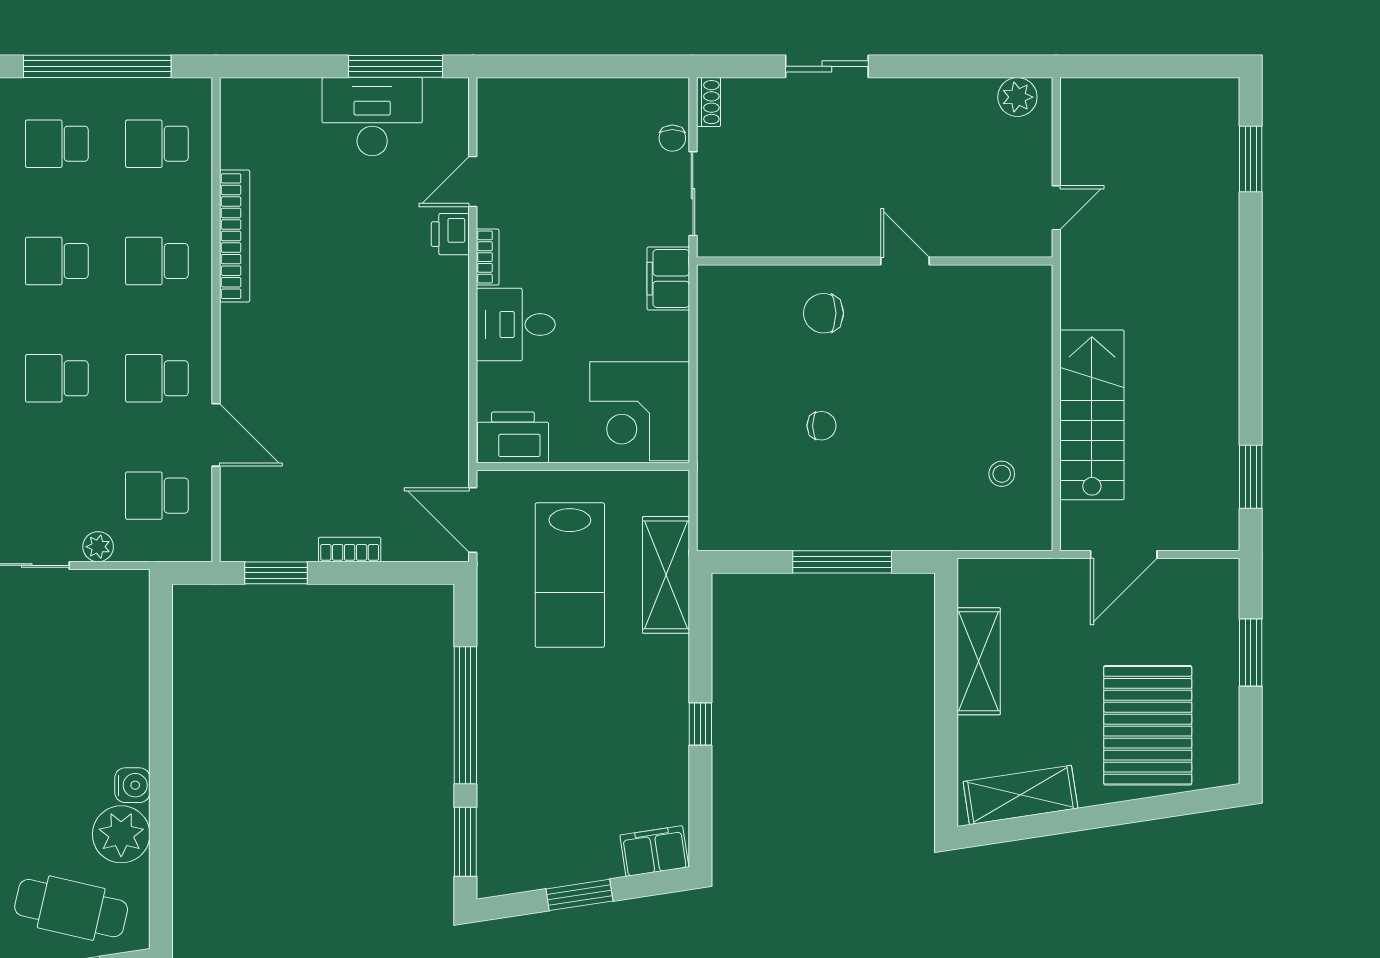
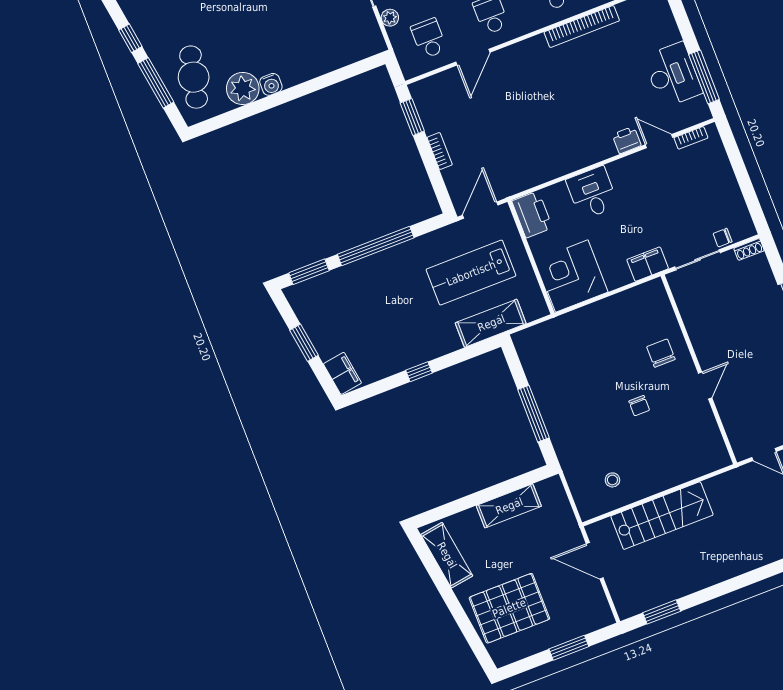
bookcase: (488, 257) -> (691, 138), moved
chair: (822, 426) -> (639, 406), moved

